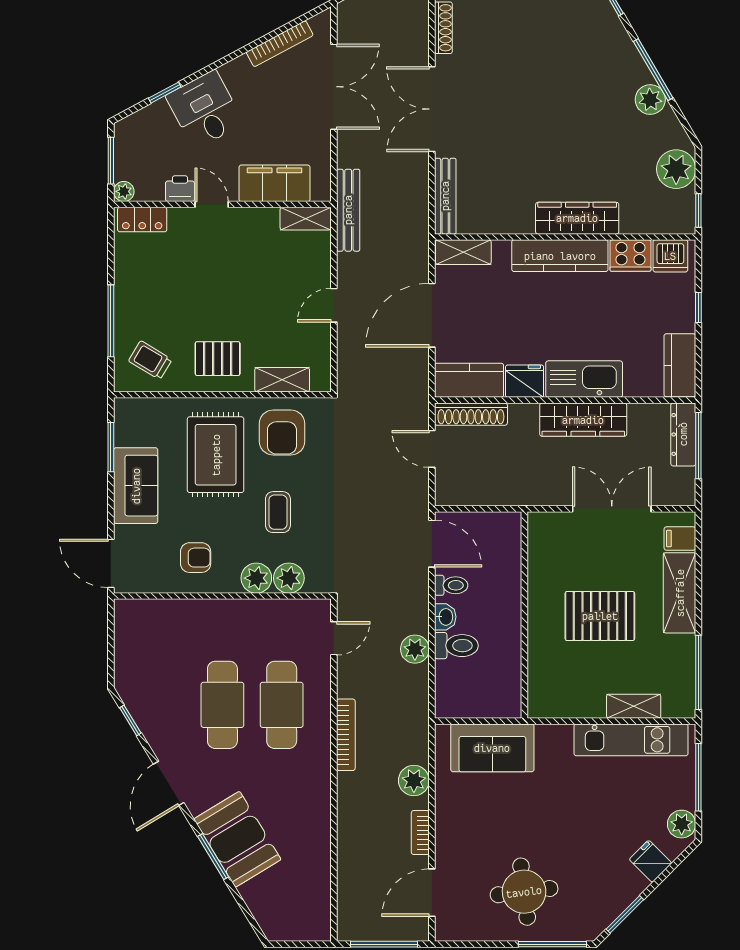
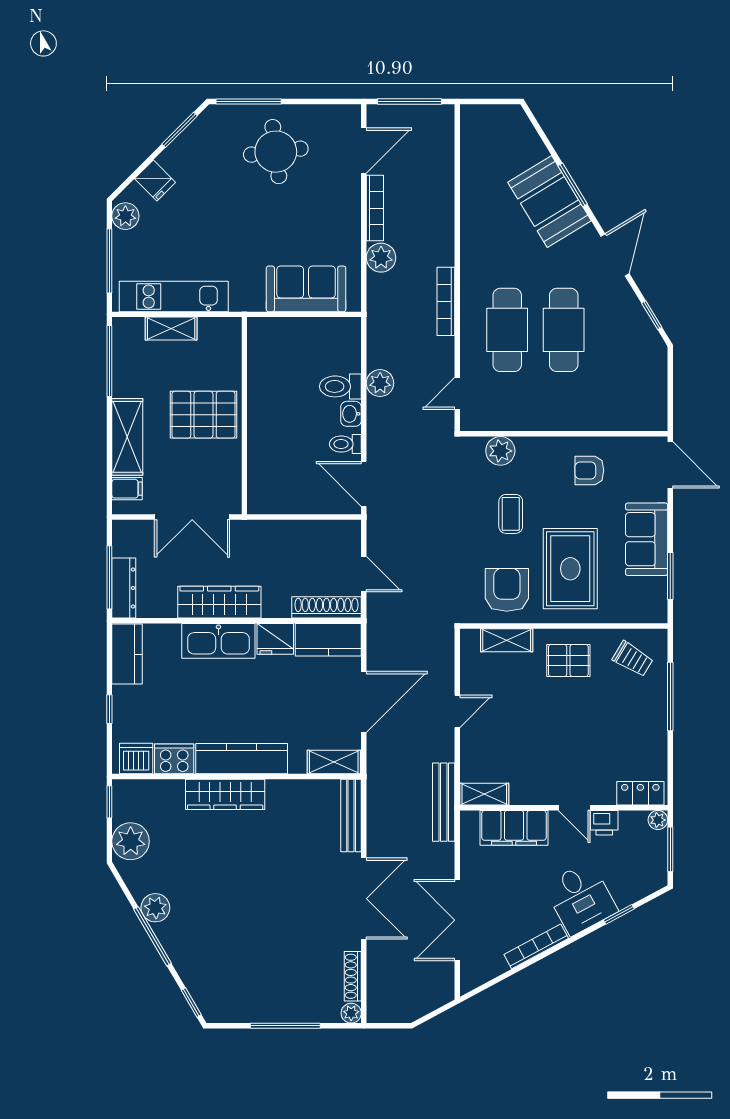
bookcase: (280, 44) -> (536, 946), moved
plant: (256, 578) -> (531, 451), removed
wall: (524, 615) -> (244, 416), moved
bookcase: (420, 833) -> (375, 208), width x1.56

